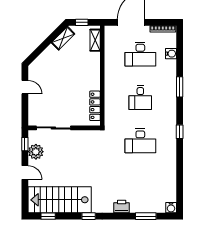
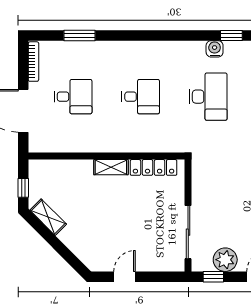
shelving: (95, 40) -> (111, 167), moved
desk: (140, 54) -> (73, 97), width x0.73
water cooler: (171, 54) -> (215, 49), moved
window: (180, 87) -> (80, 35), moved
window: (180, 132) -> (231, 35), moved

